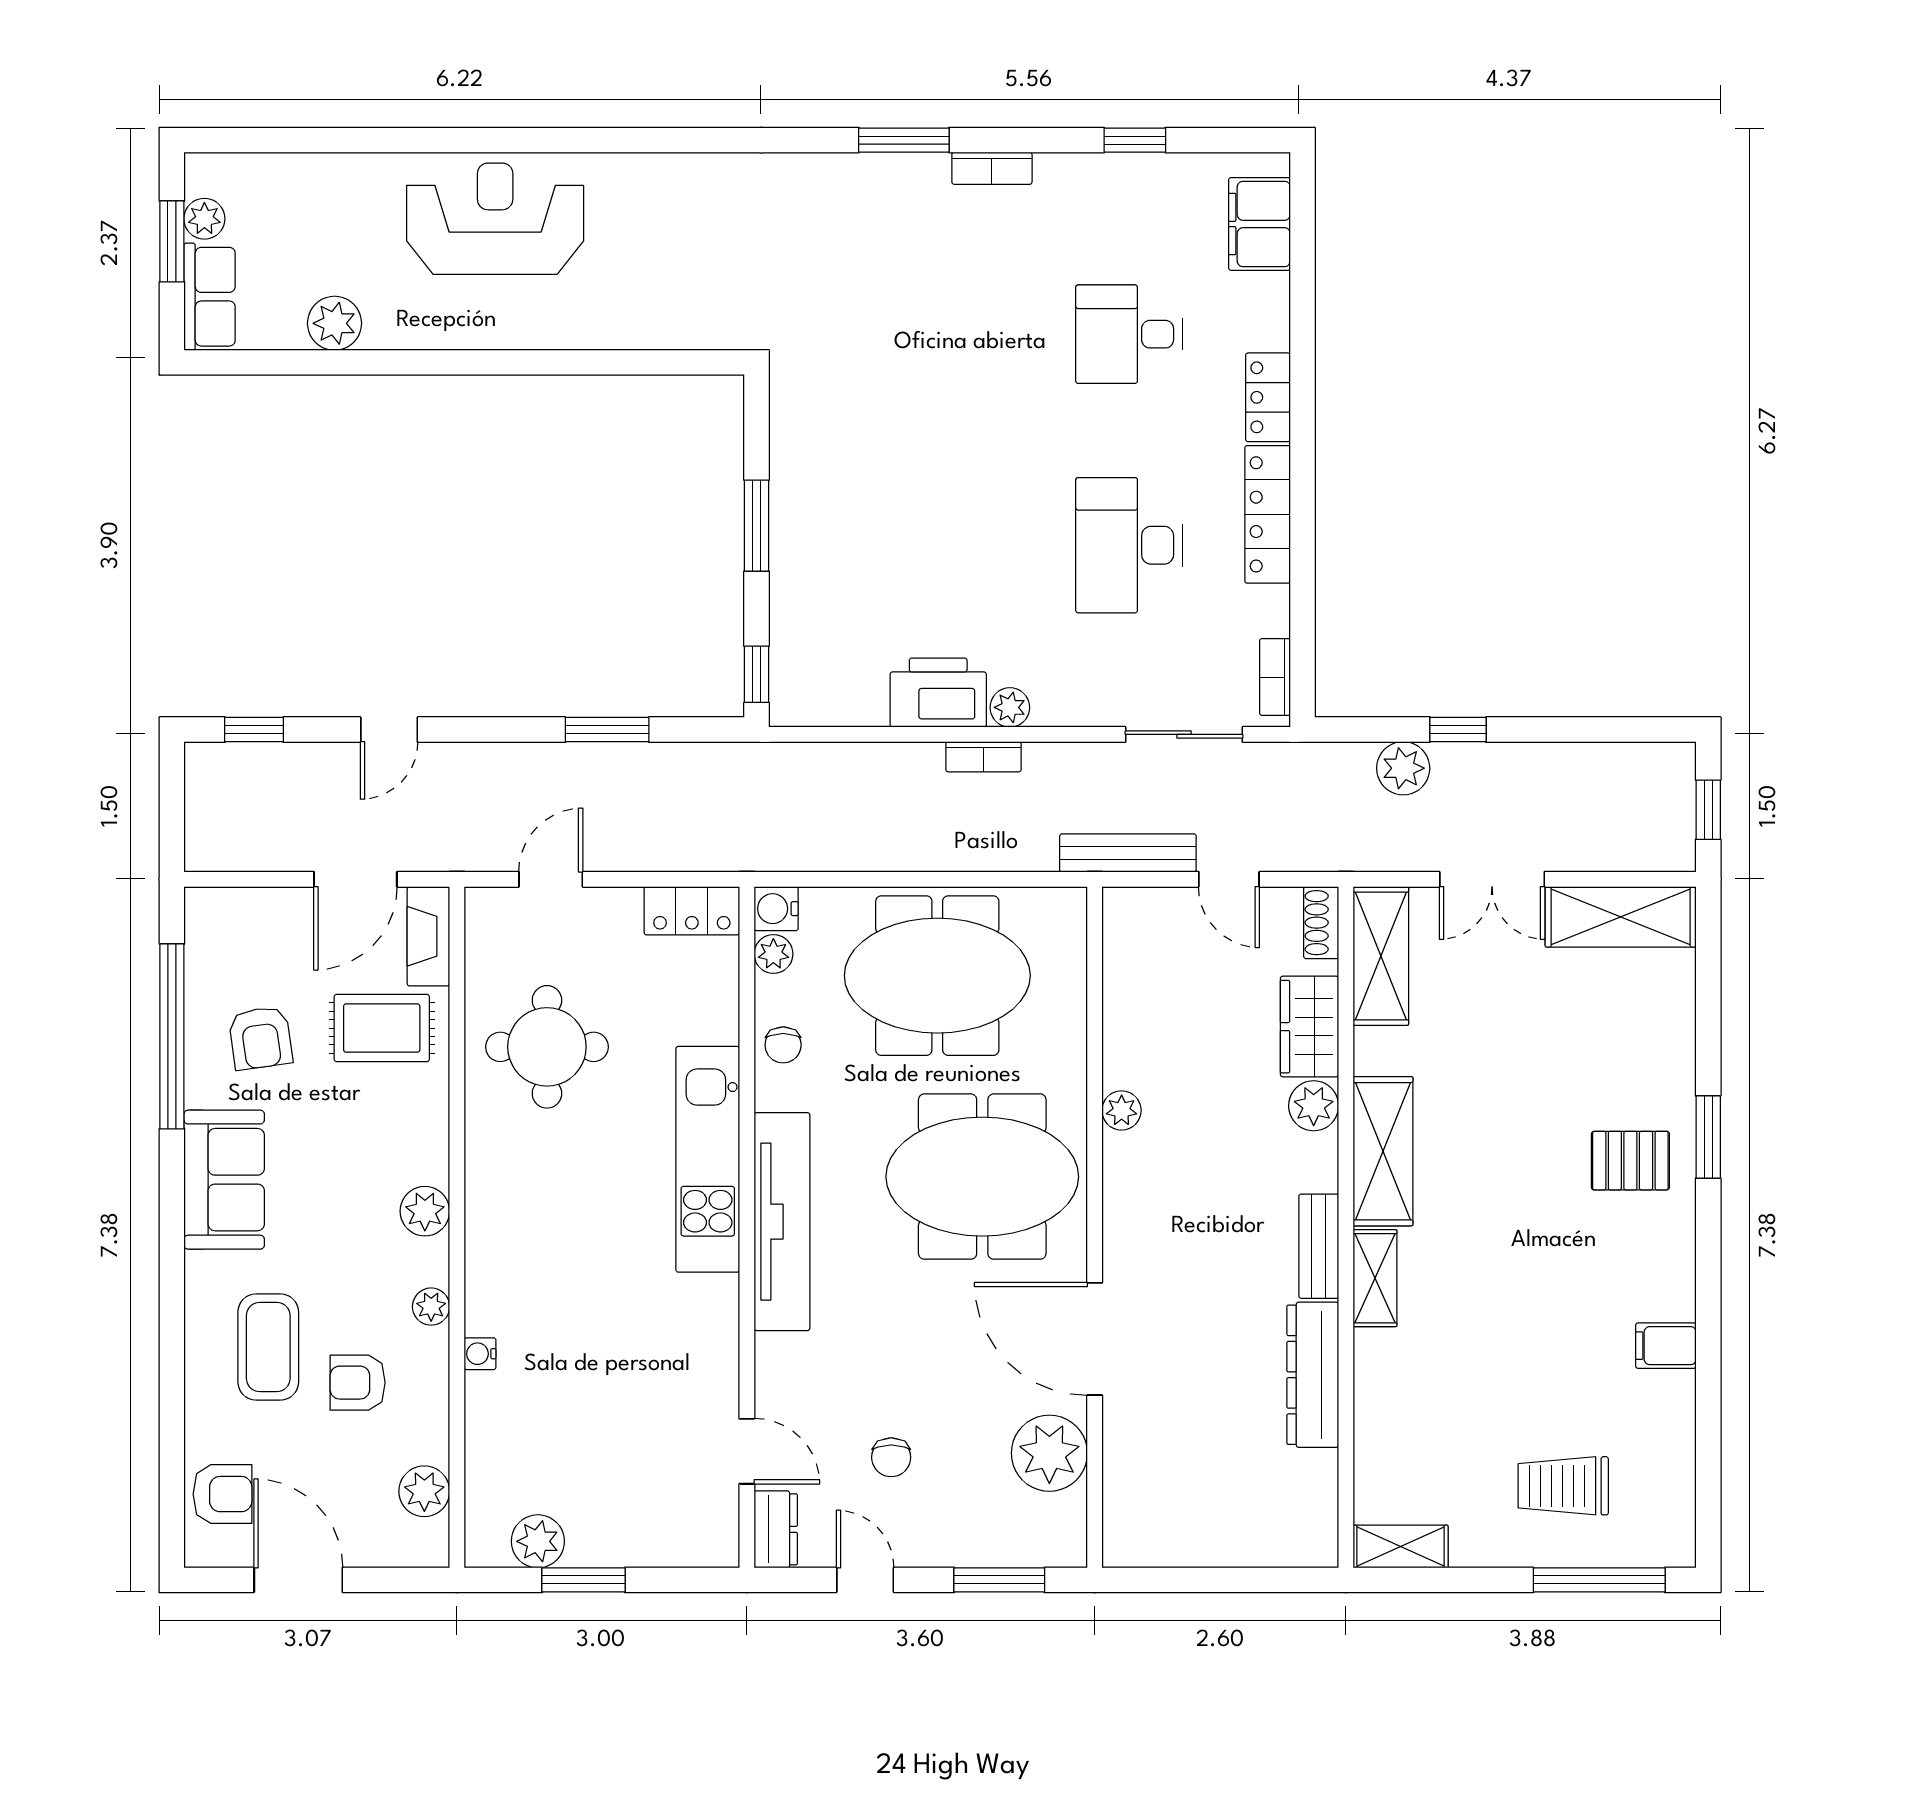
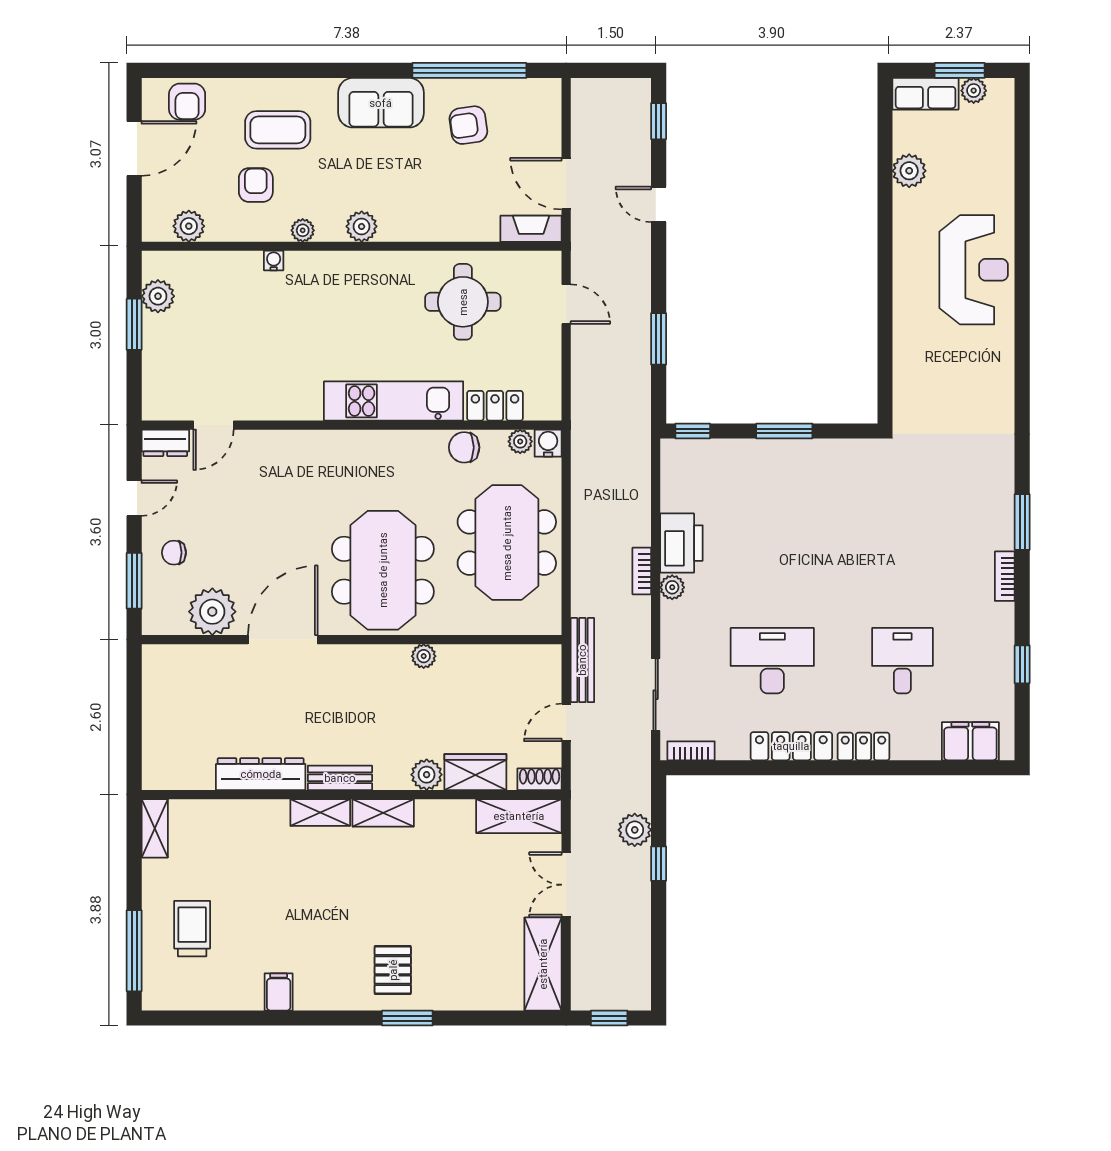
locker: (692, 911) -> (495, 406), moved, turned 90
rug: (382, 1028) -> (474, 200), removed
chair: (783, 1045) -> (464, 447), width x1.37, depth x1.37
shelving: (1383, 1151) -> (383, 813), width x0.67, depth x0.75
tv unit: (782, 1222) -> (355, 447), removed
chair: (891, 1457) -> (174, 553), moved

